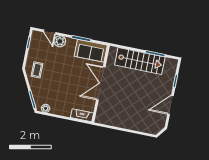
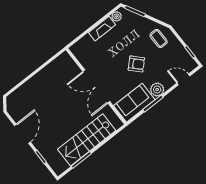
plant: (60, 41) -> (157, 90), moved
armchair: (65, 70) -> (136, 64), added
double door: (101, 83) -> (96, 87), swing flipped
fireplace: (82, 115) -> (102, 29), moved

